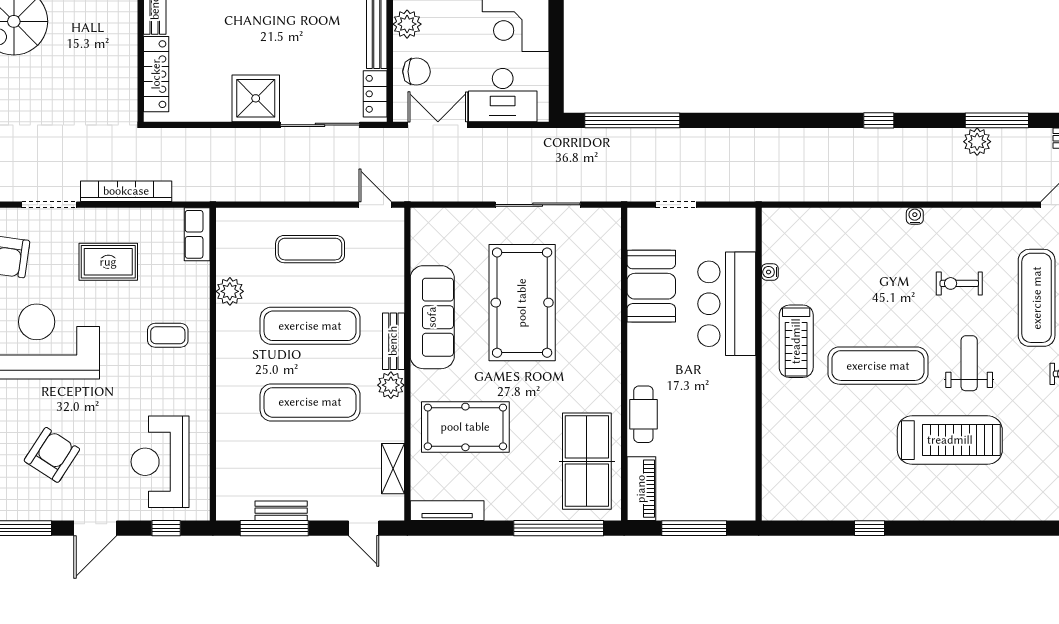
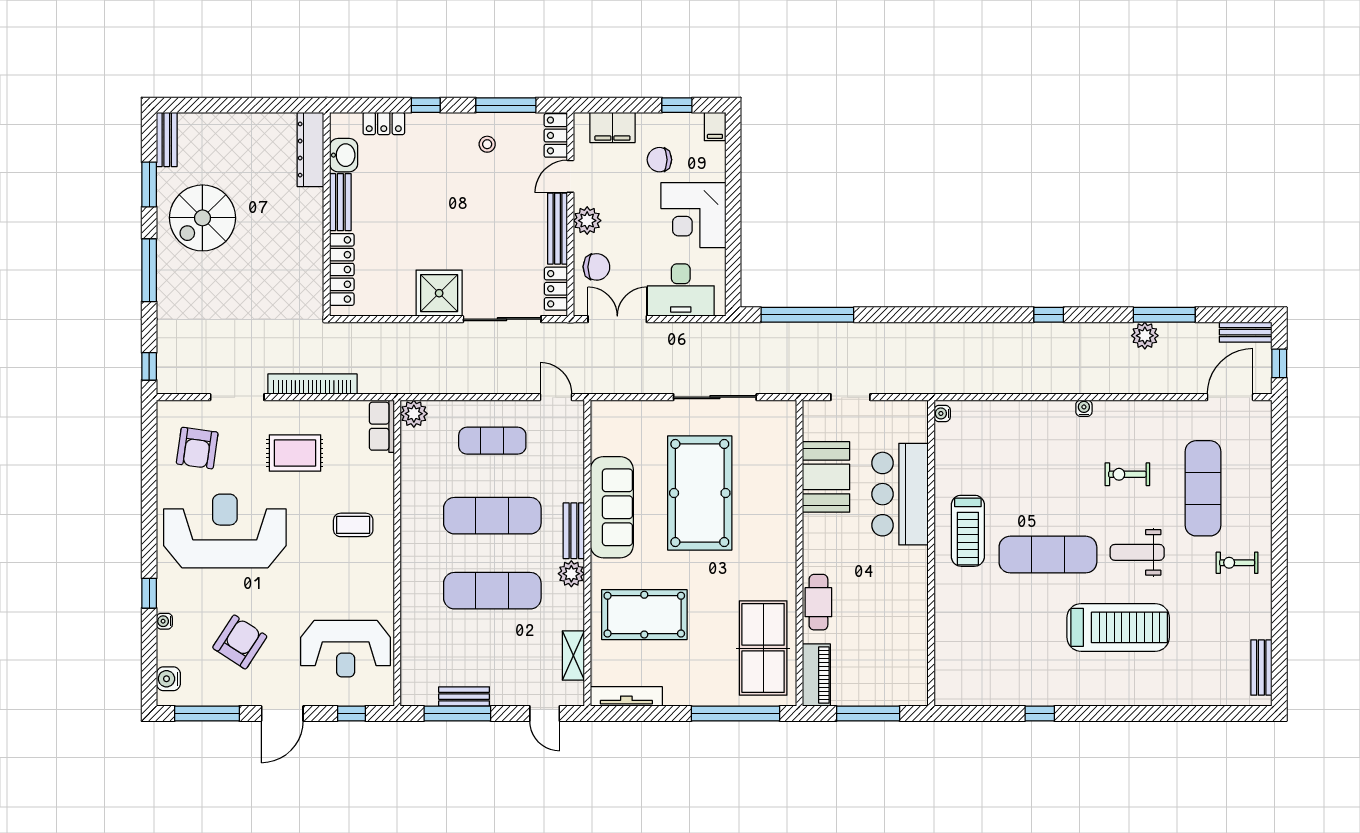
water cooler: (770, 272) -> (942, 413), moved
plant: (230, 291) -> (414, 414), moved
weight bench: (969, 363) -> (1137, 552), turned -90
reception desk: (160, 462) -> (346, 649), turned -90

